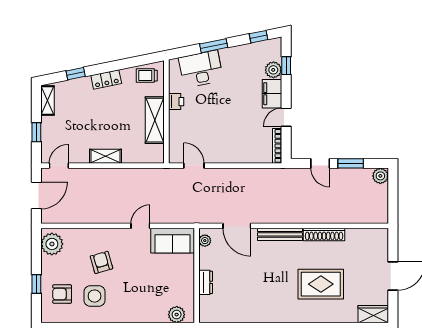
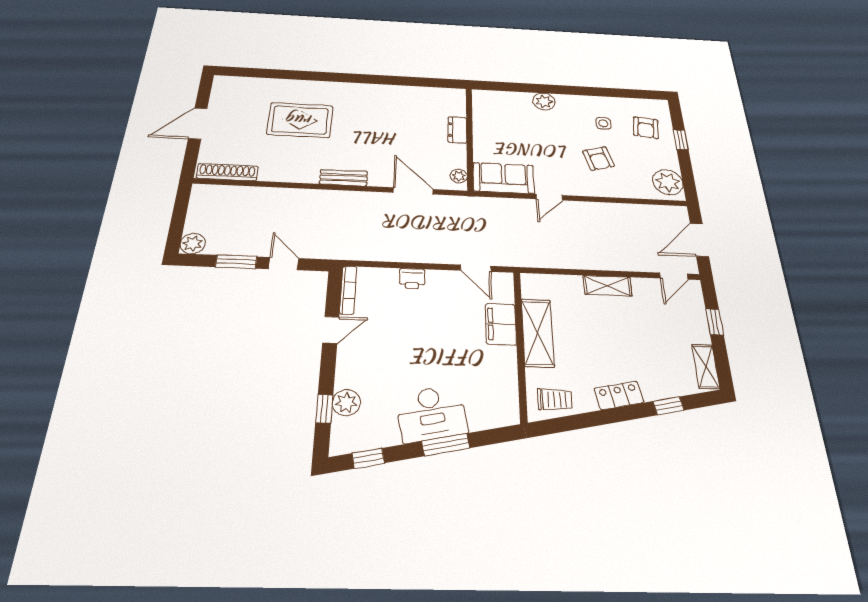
desk: (201, 69) -> (431, 413), moved
filing cabinet: (272, 94) -> (501, 324), moved, turned 180
printer: (176, 102) -> (412, 279), moved, turned -90
bench: (280, 234) -> (344, 178), width x0.73
shoe rack: (324, 234) -> (227, 172), moved
armchair: (62, 294) -> (646, 128), turned 97
side table: (95, 296) -> (603, 123), width x0.54, depth x0.54
wardrobe: (373, 314) -> (233, 85), removed
plant: (177, 315) -> (544, 101), moved

